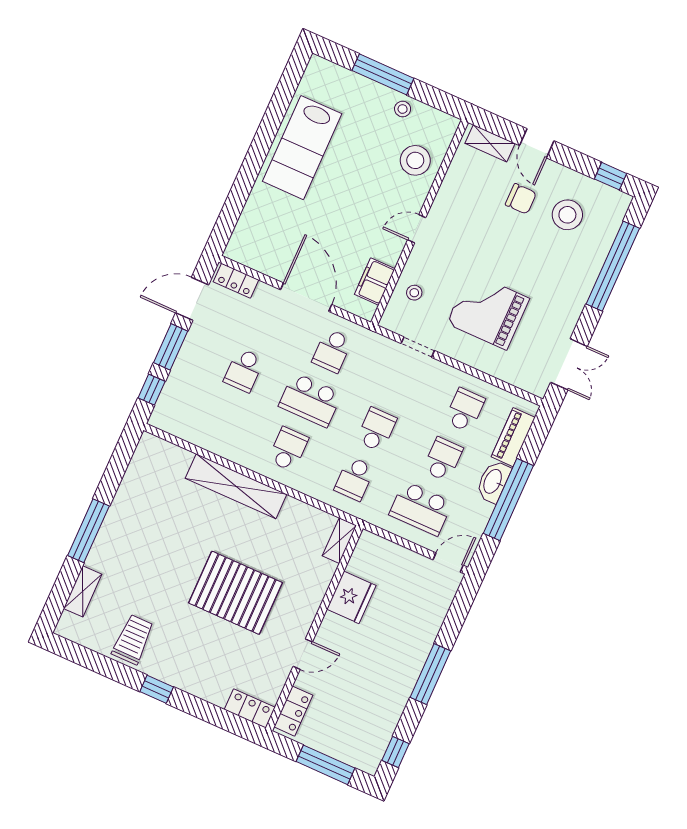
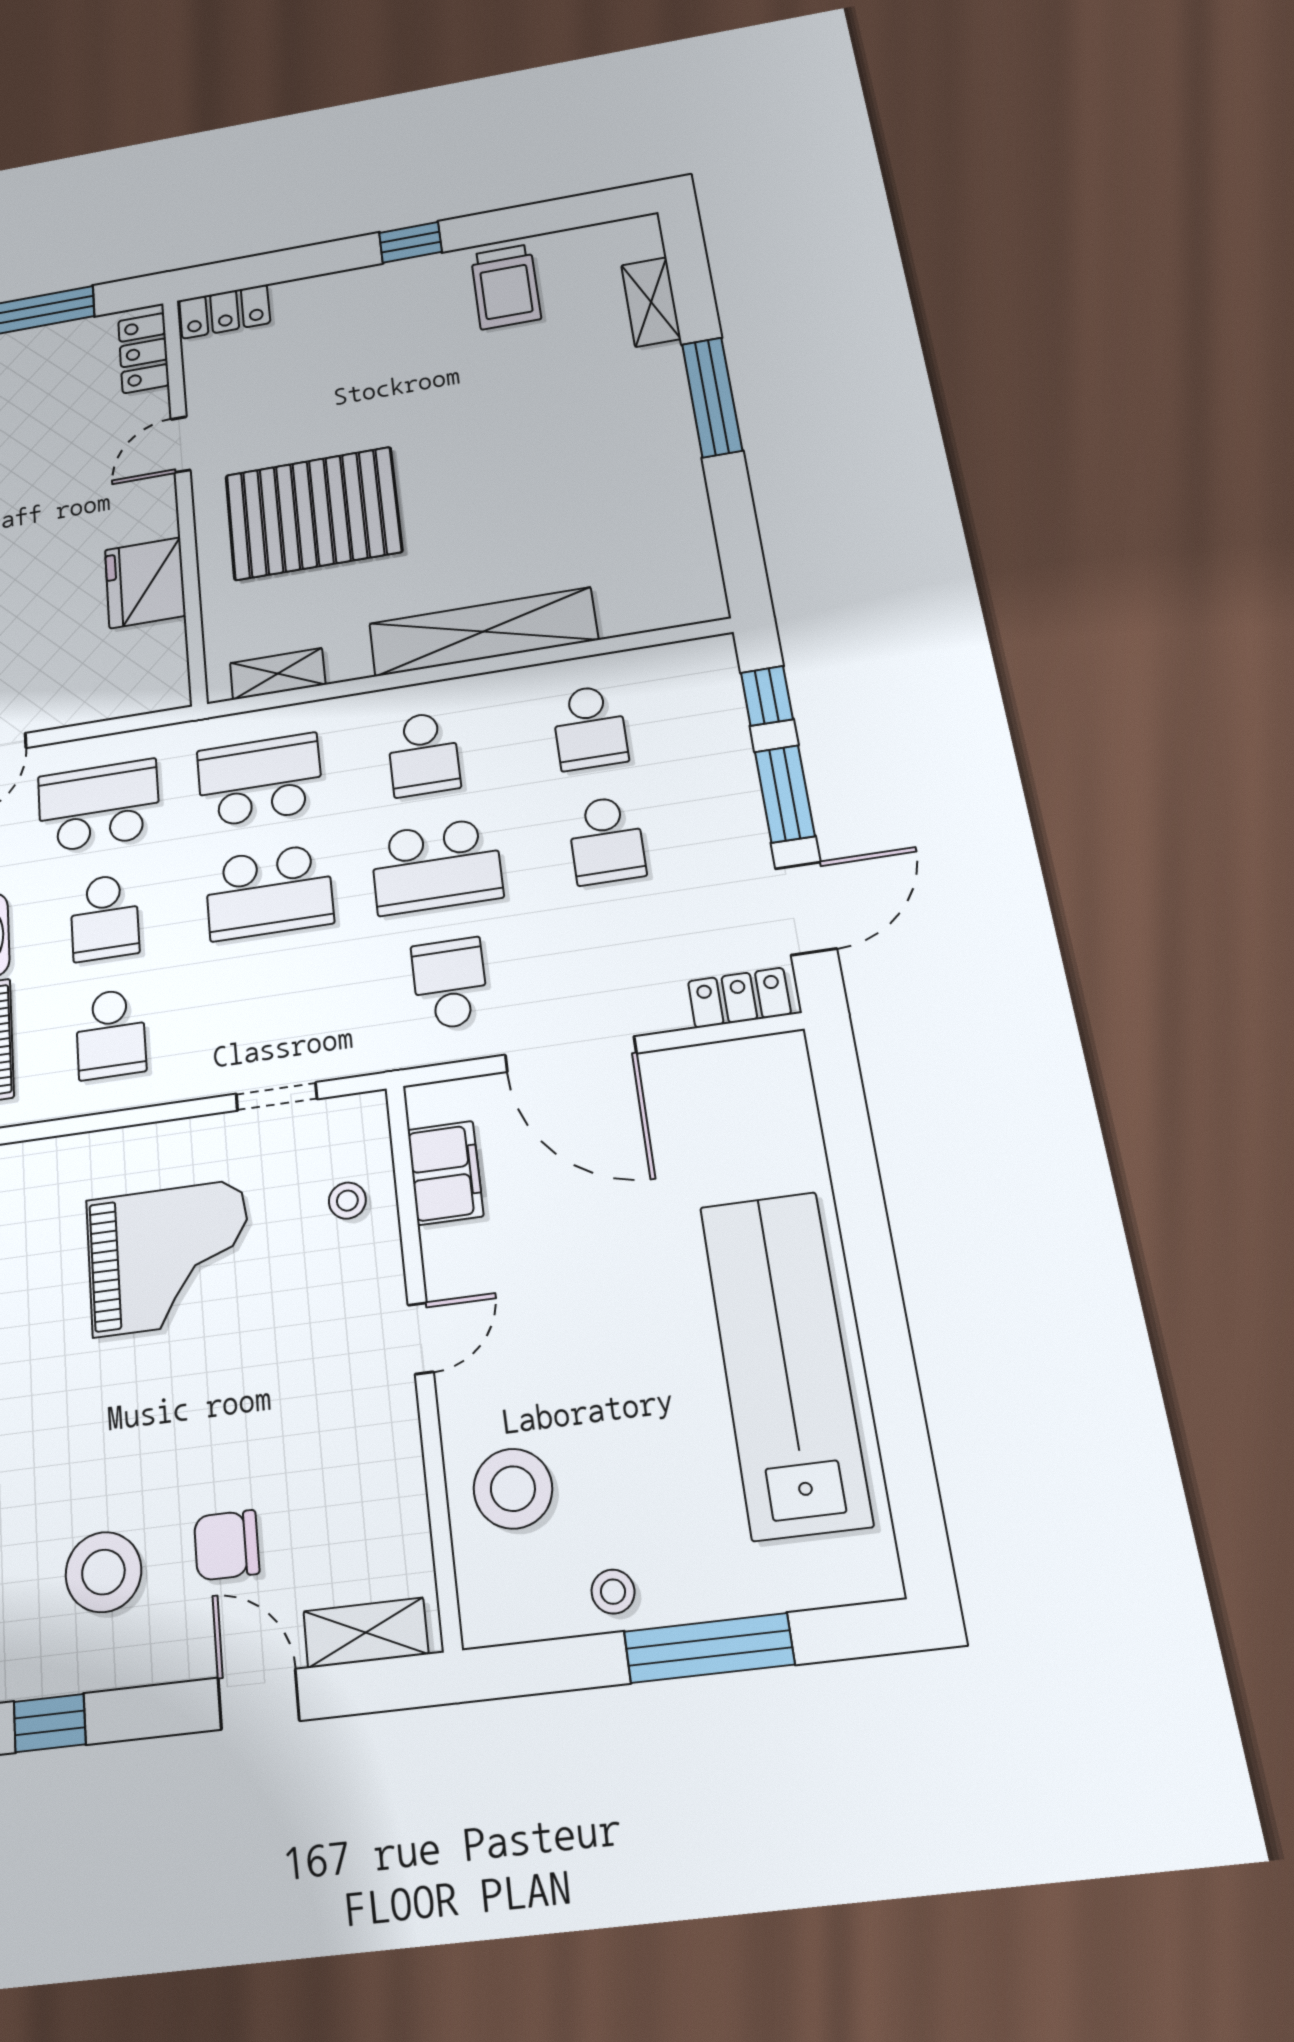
lab bench: (302, 148) -> (785, 1362), width x1.36
school desk: (244, 370) -> (606, 840), turned 180
school desk: (310, 400) -> (436, 866), turned 180
school desk: (222, 419) -> (590, 727), added
school desk: (376, 430) -> (269, 892), width x1.85
school desk: (355, 479) -> (260, 780), width x1.85
shelving: (339, 541) -> (278, 674), moved, turned 90
pallet: (236, 593) -> (313, 513), moved

